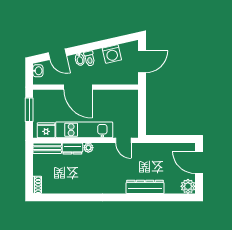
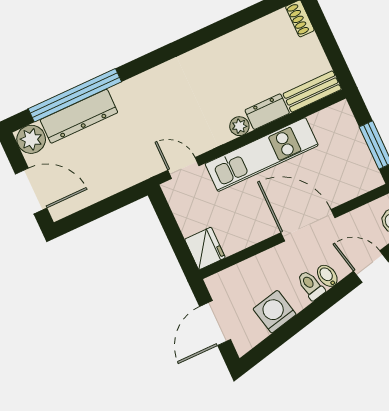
fridge: (46, 130) -> (205, 248), moved, turned -90
dresser: (145, 187) -> (79, 116), moved
window: (158, 197) -> (75, 95), added

